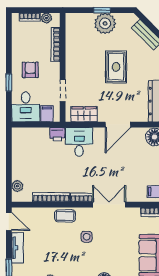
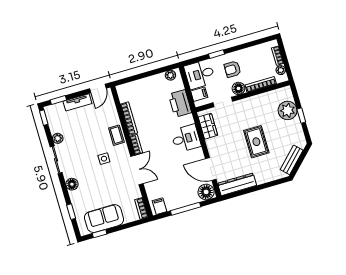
plant: (105, 23) -> (288, 110), moved
rug: (116, 67) -> (256, 142), turned 90
floor lamp: (53, 69) -> (238, 88), added
armchair: (30, 70) -> (233, 69), turned 180
door: (118, 125) -> (211, 169), moved
printer: (57, 134) -> (180, 103), width x1.87, depth x1.48
desk: (79, 142) -> (186, 138), moved
plant: (17, 186) -> (170, 75), moved

